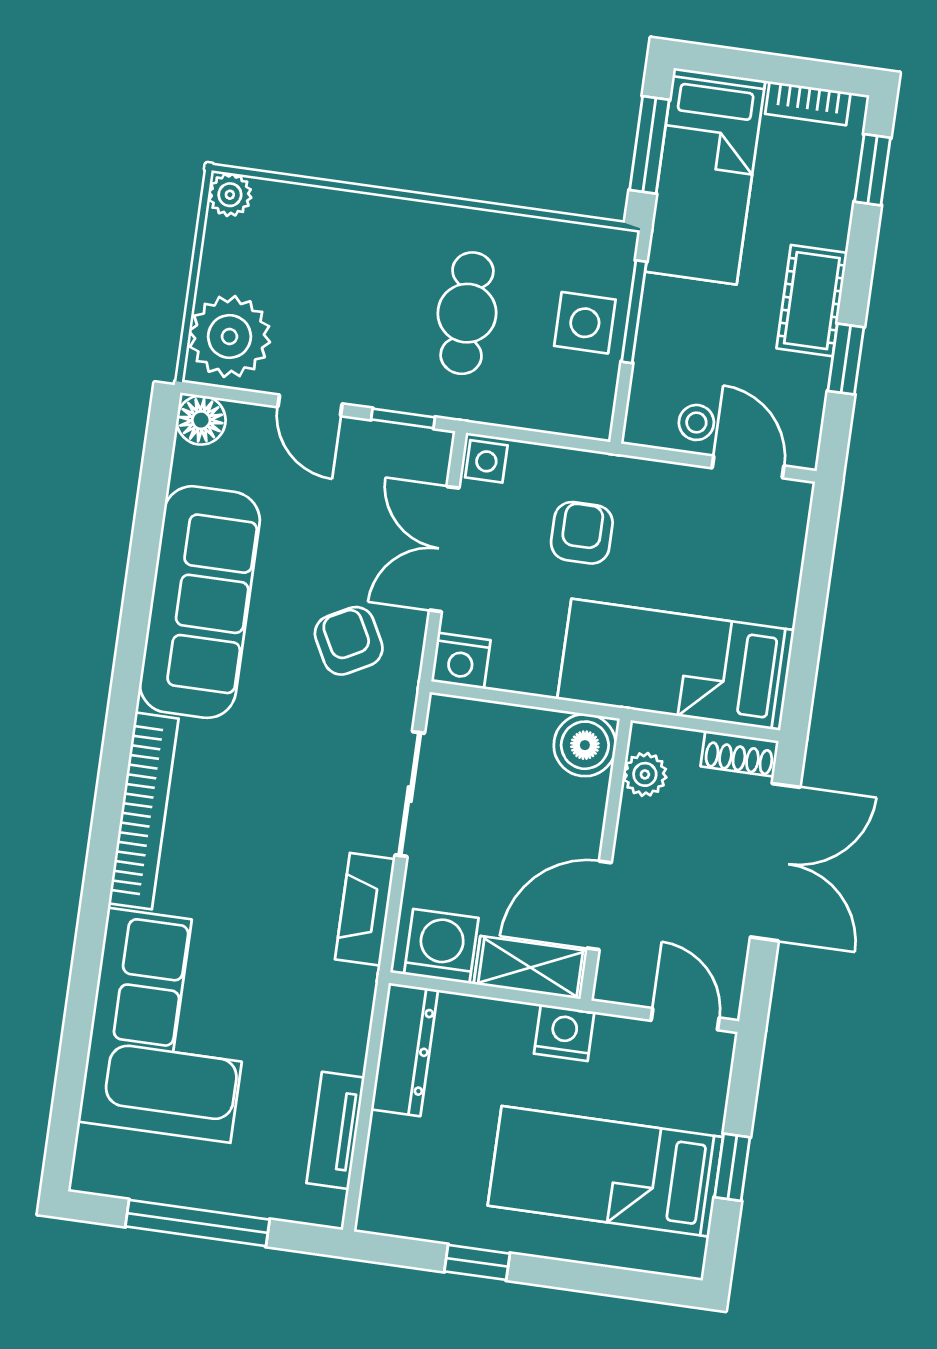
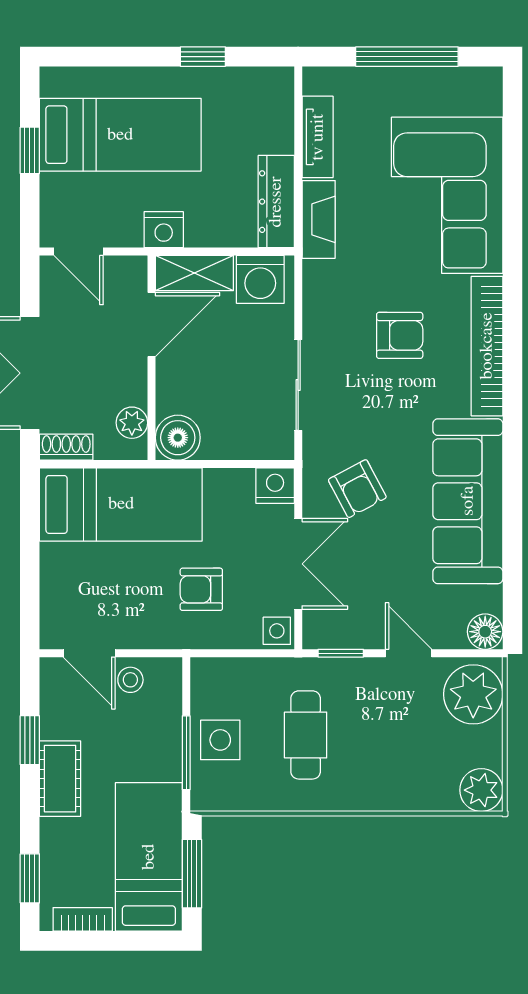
plant: (230, 195) -> (481, 790), width x1.38, depth x1.38
armchair: (582, 533) -> (201, 589), turned 90
armchair: (261, 843) -> (400, 335), added
fireplace: (365, 909) -> (319, 219), moved

